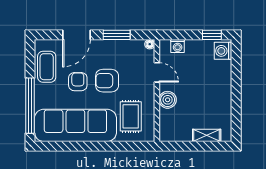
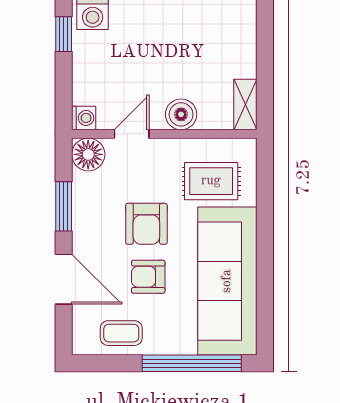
floor lamp: (150, 44) -> (88, 154), width x1.89, depth x1.89
washing machine: (178, 46) -> (84, 118), moved
coffee table: (47, 67) -> (121, 333), width x0.73, depth x0.77
shelving: (207, 135) -> (245, 104), moved

